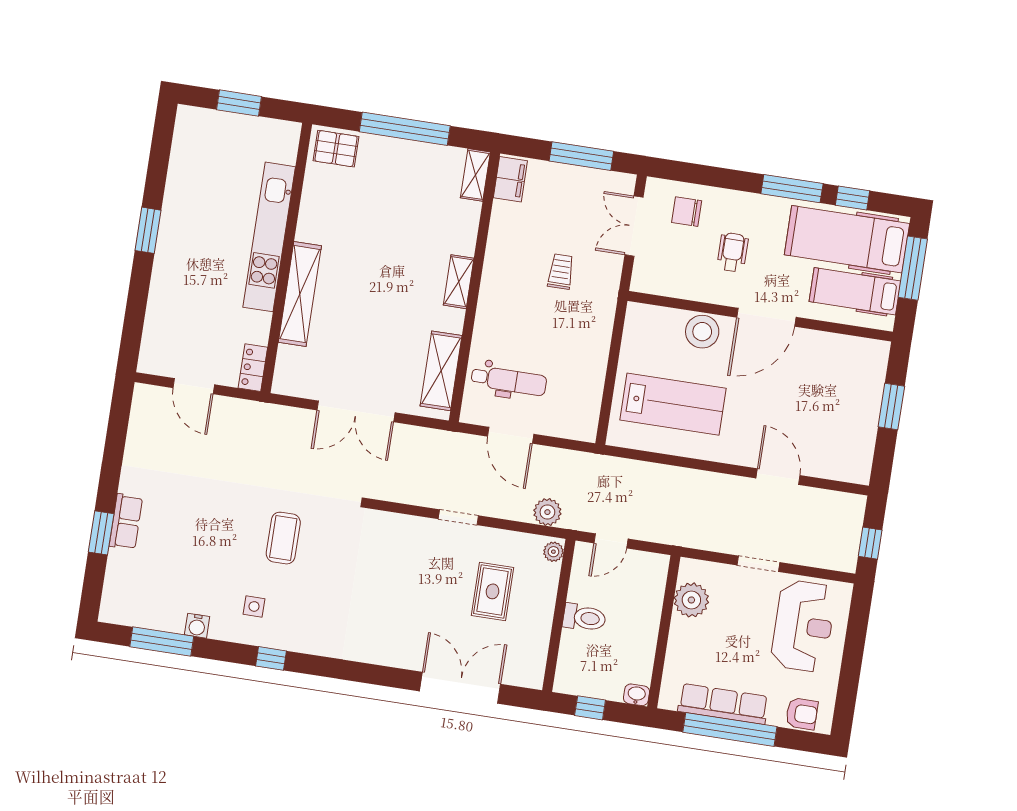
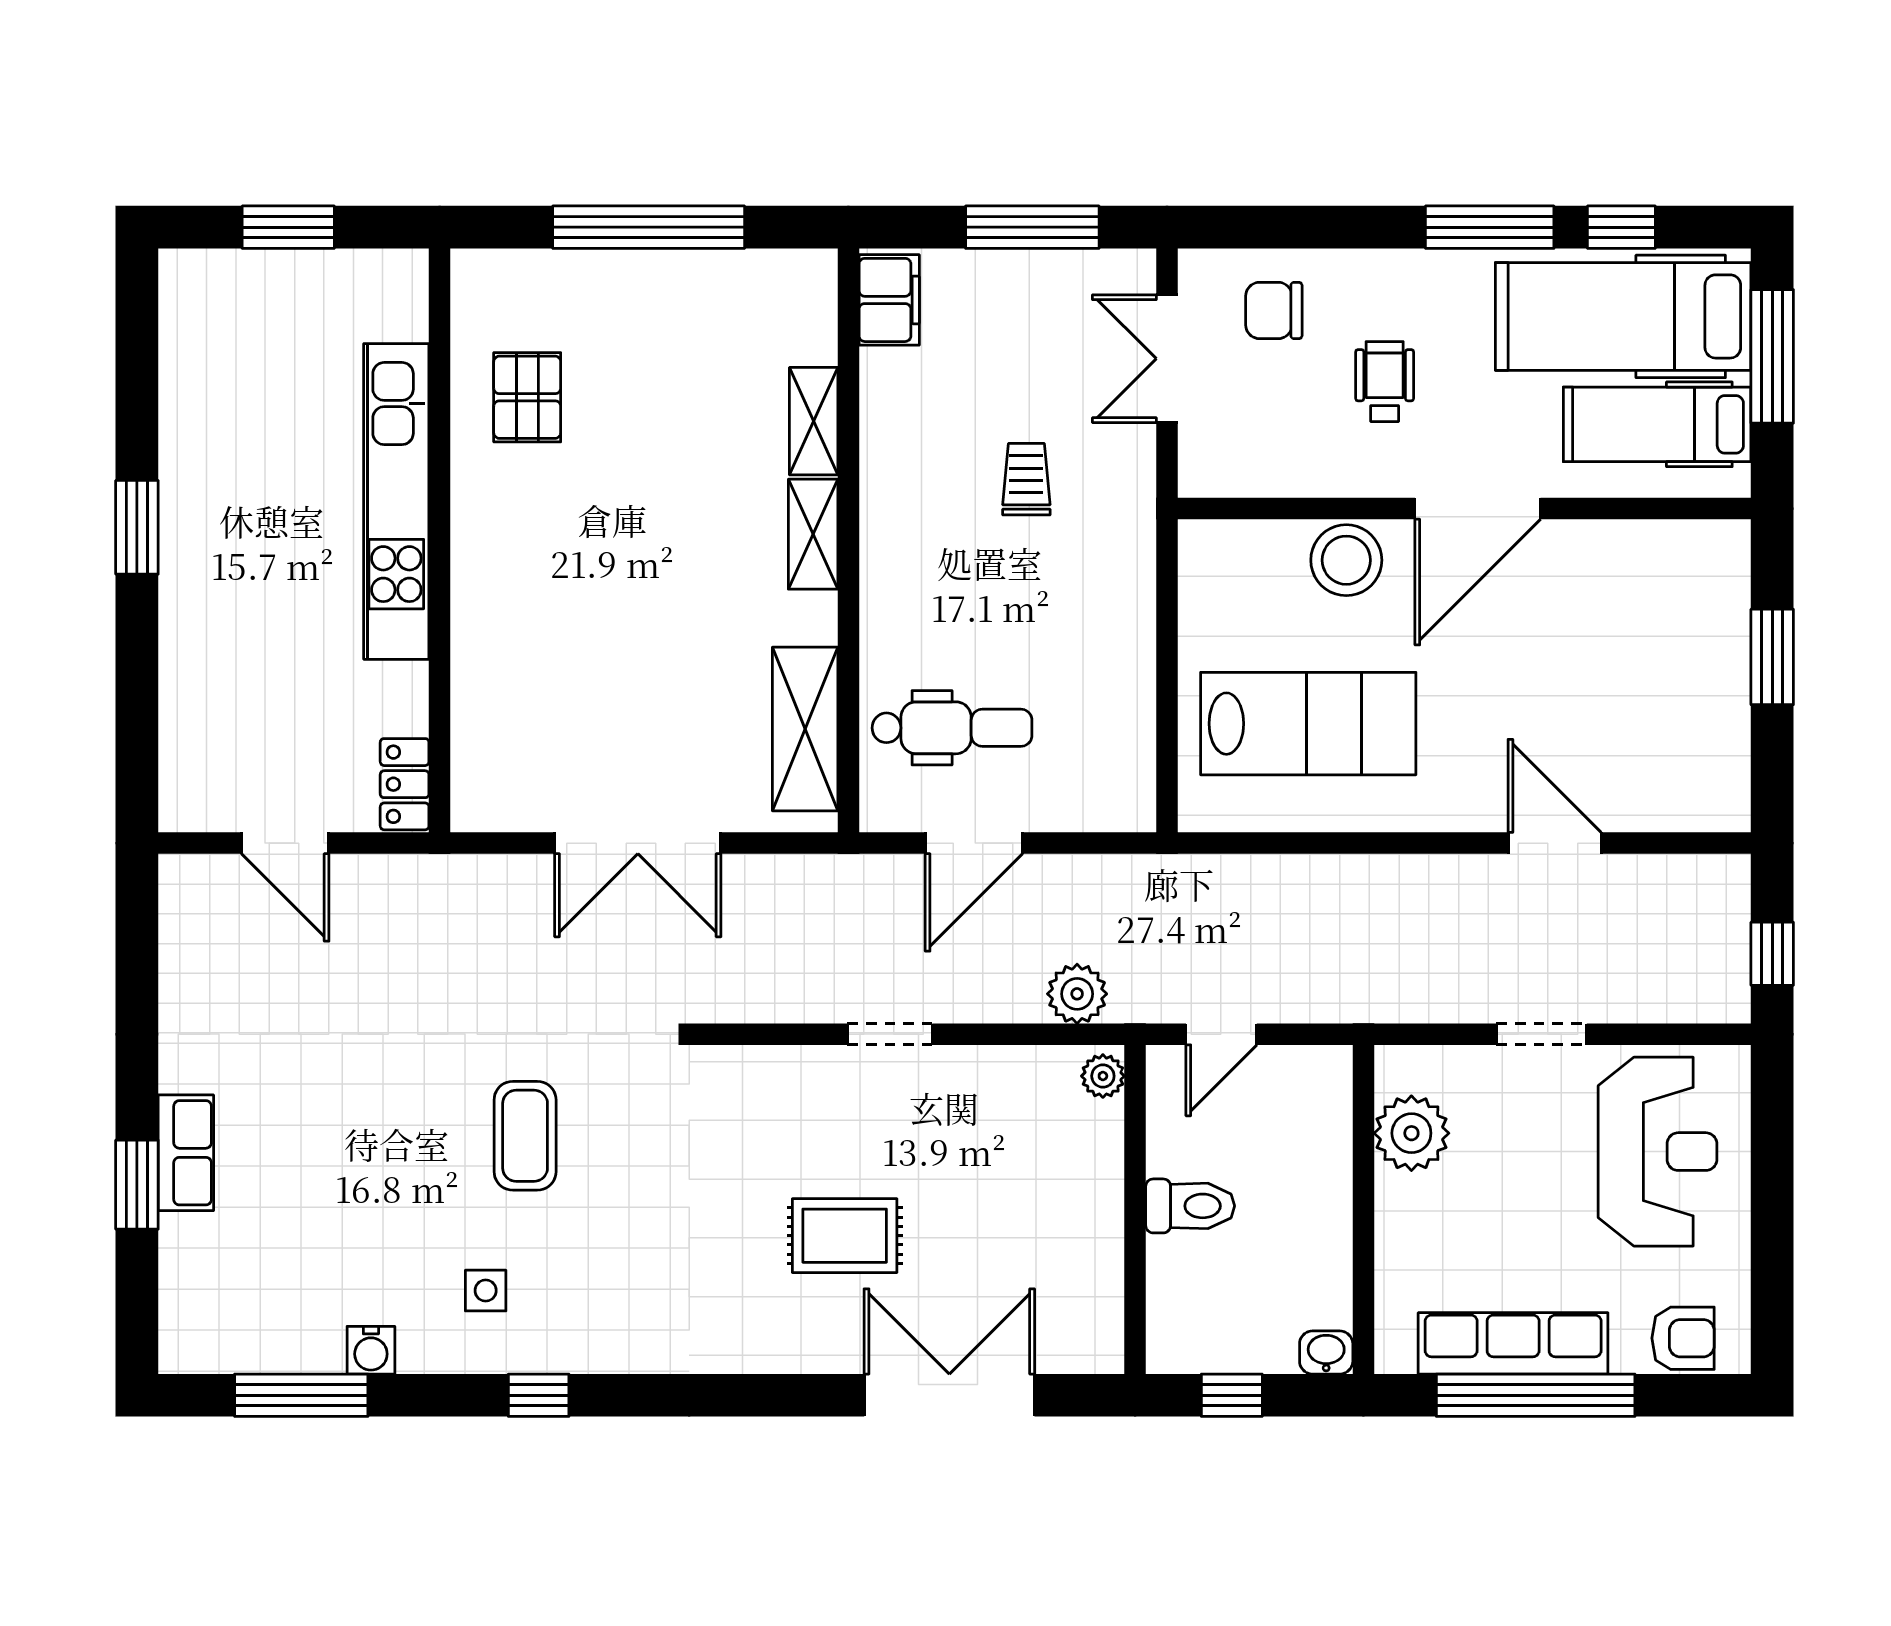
pallet: (336, 149) -> (527, 397), moved, turned 90
shelving: (475, 175) -> (814, 421), moved
shelving: (300, 294) -> (480, 613), removed
door: (511, 435) -> (974, 843), hinge flipped
rug: (493, 591) -> (845, 1236), moved, turned 90

